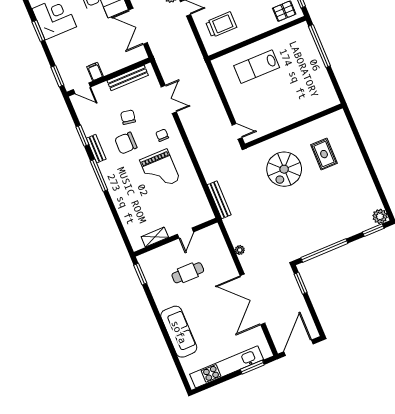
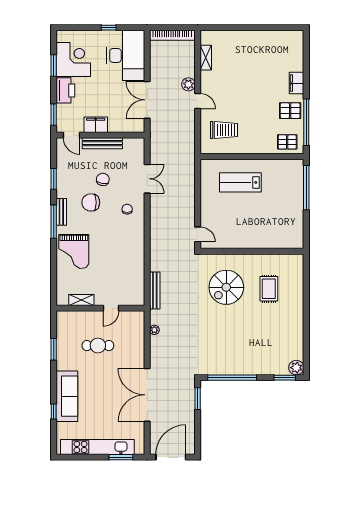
printer: (59, 49) -> (65, 90), added
filing cabinet: (95, 72) -> (96, 125), width x2.00
bench: (128, 78) -> (102, 143), moved
bench: (96, 149) -> (61, 212), moved
grand piano: (160, 170) -> (74, 252), moved
plant: (240, 250) -> (154, 330), moved
window: (140, 274) -> (54, 349), moved
window: (172, 351) -> (54, 411), added

